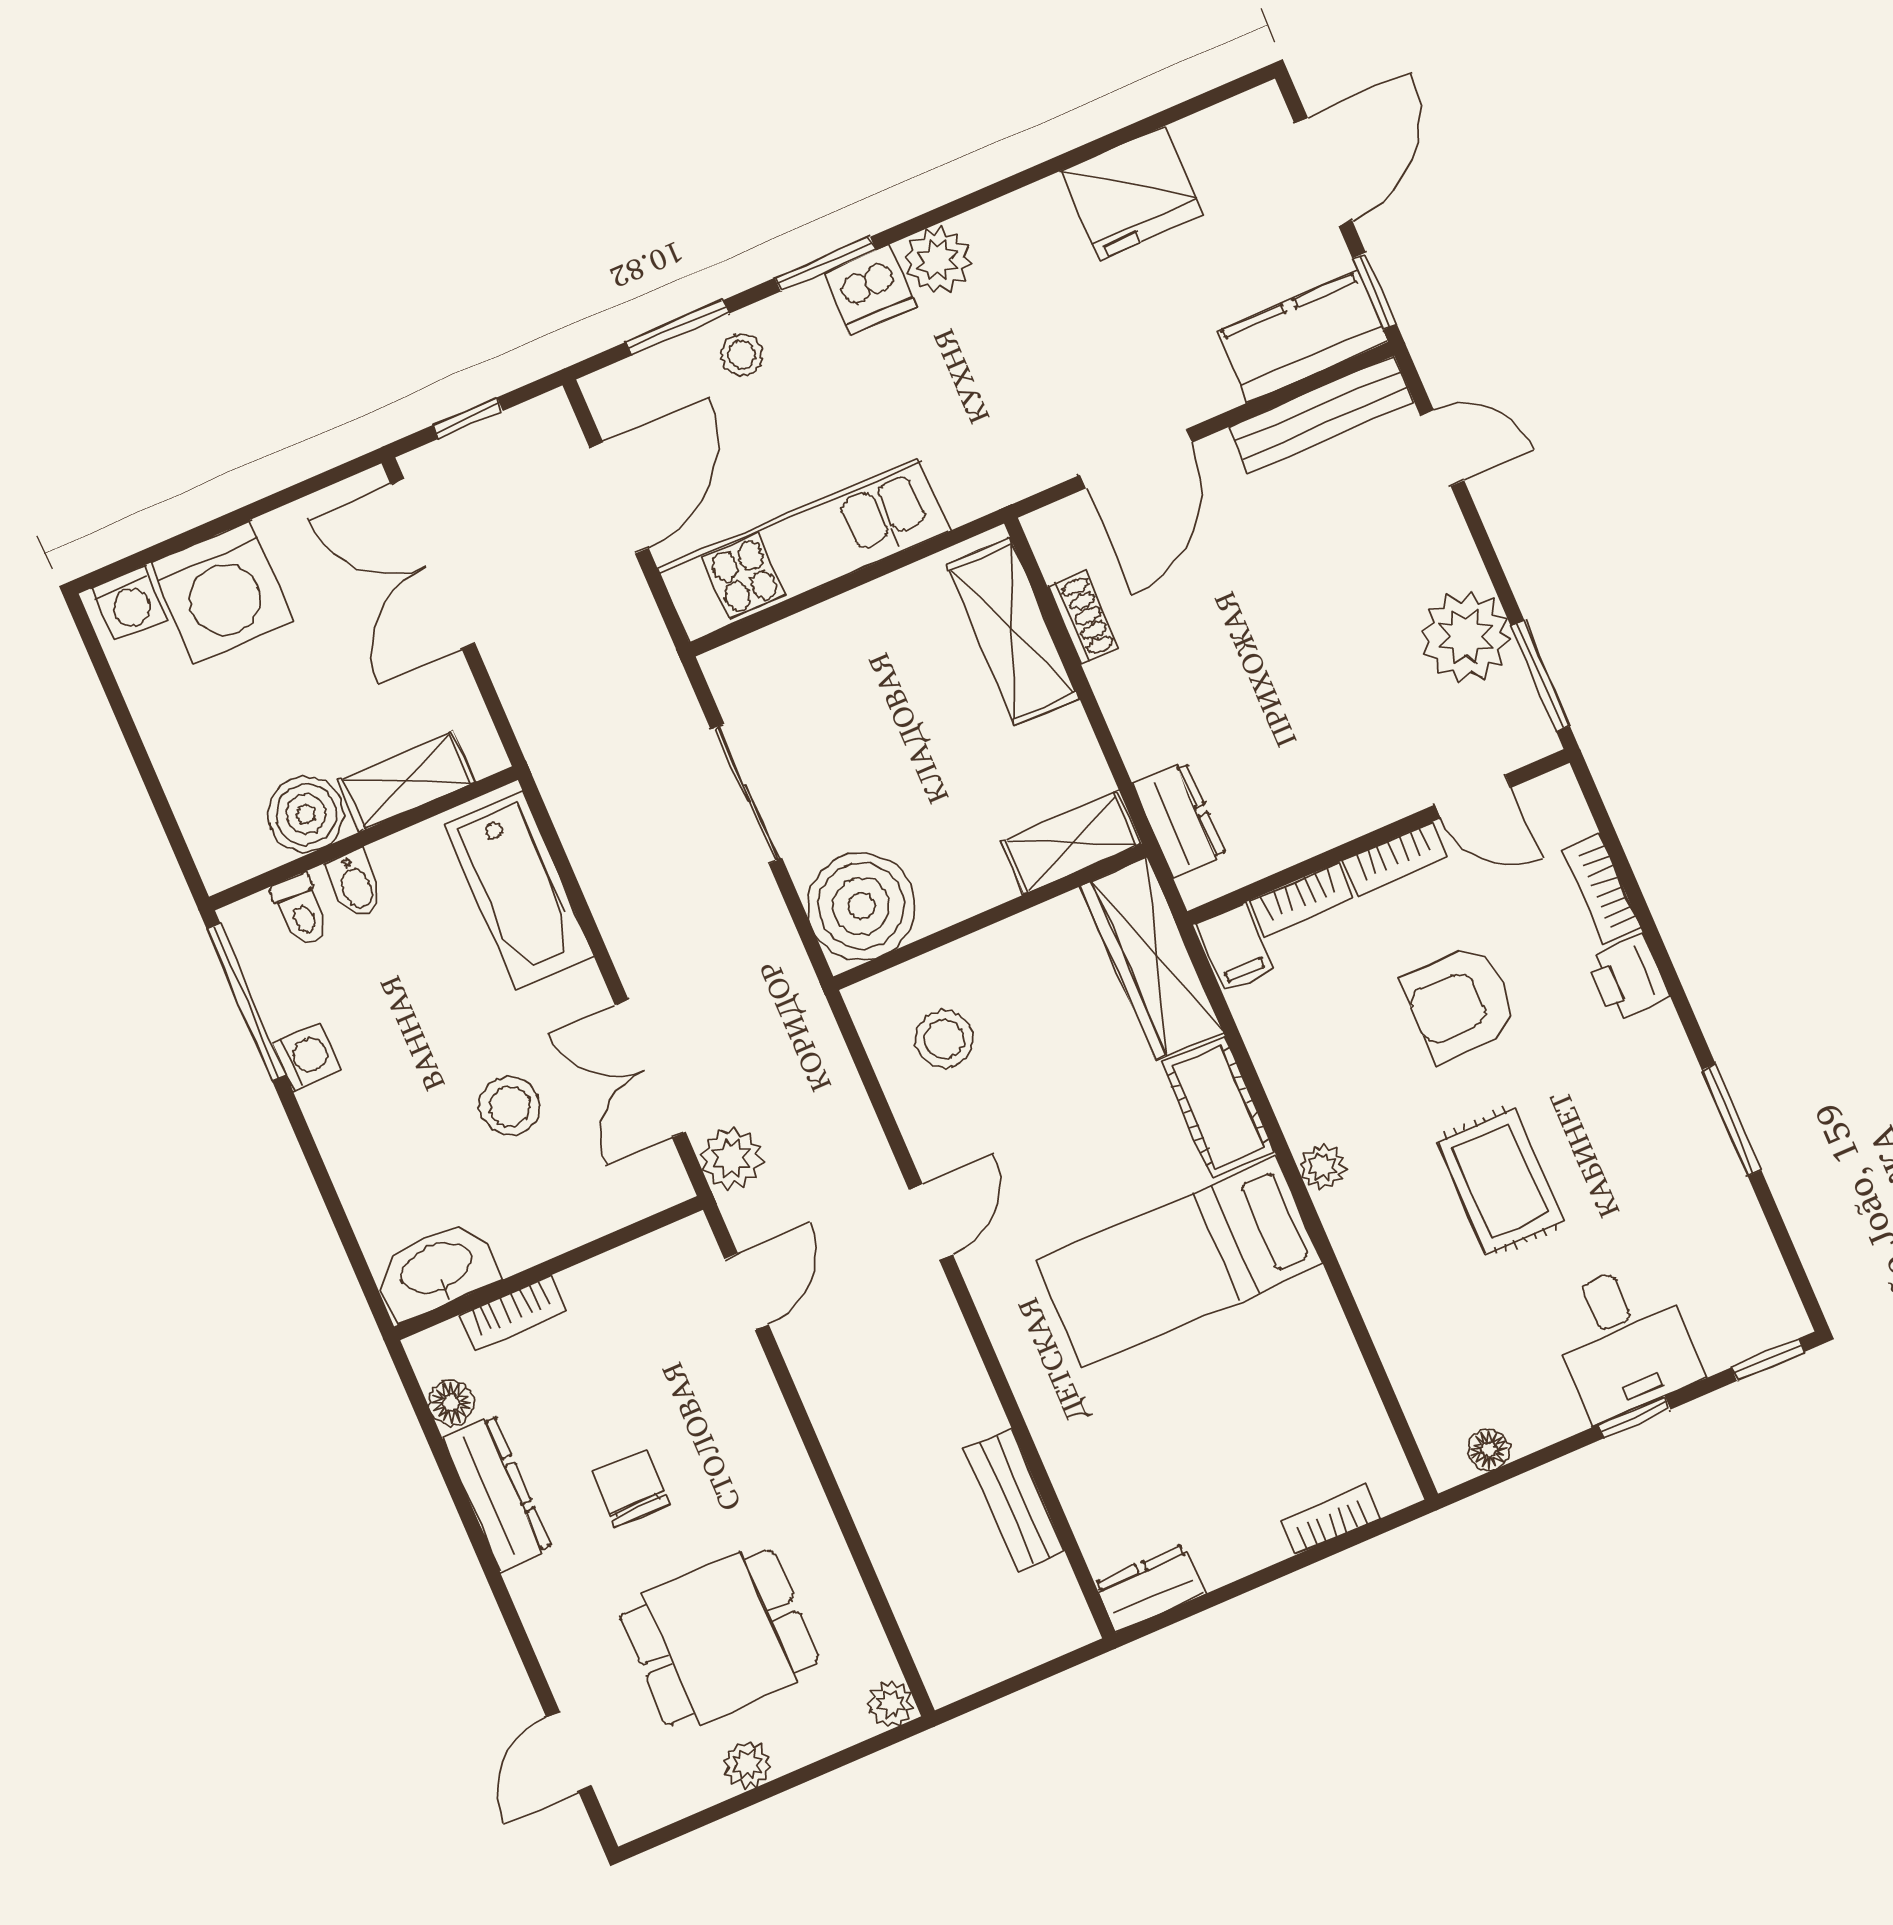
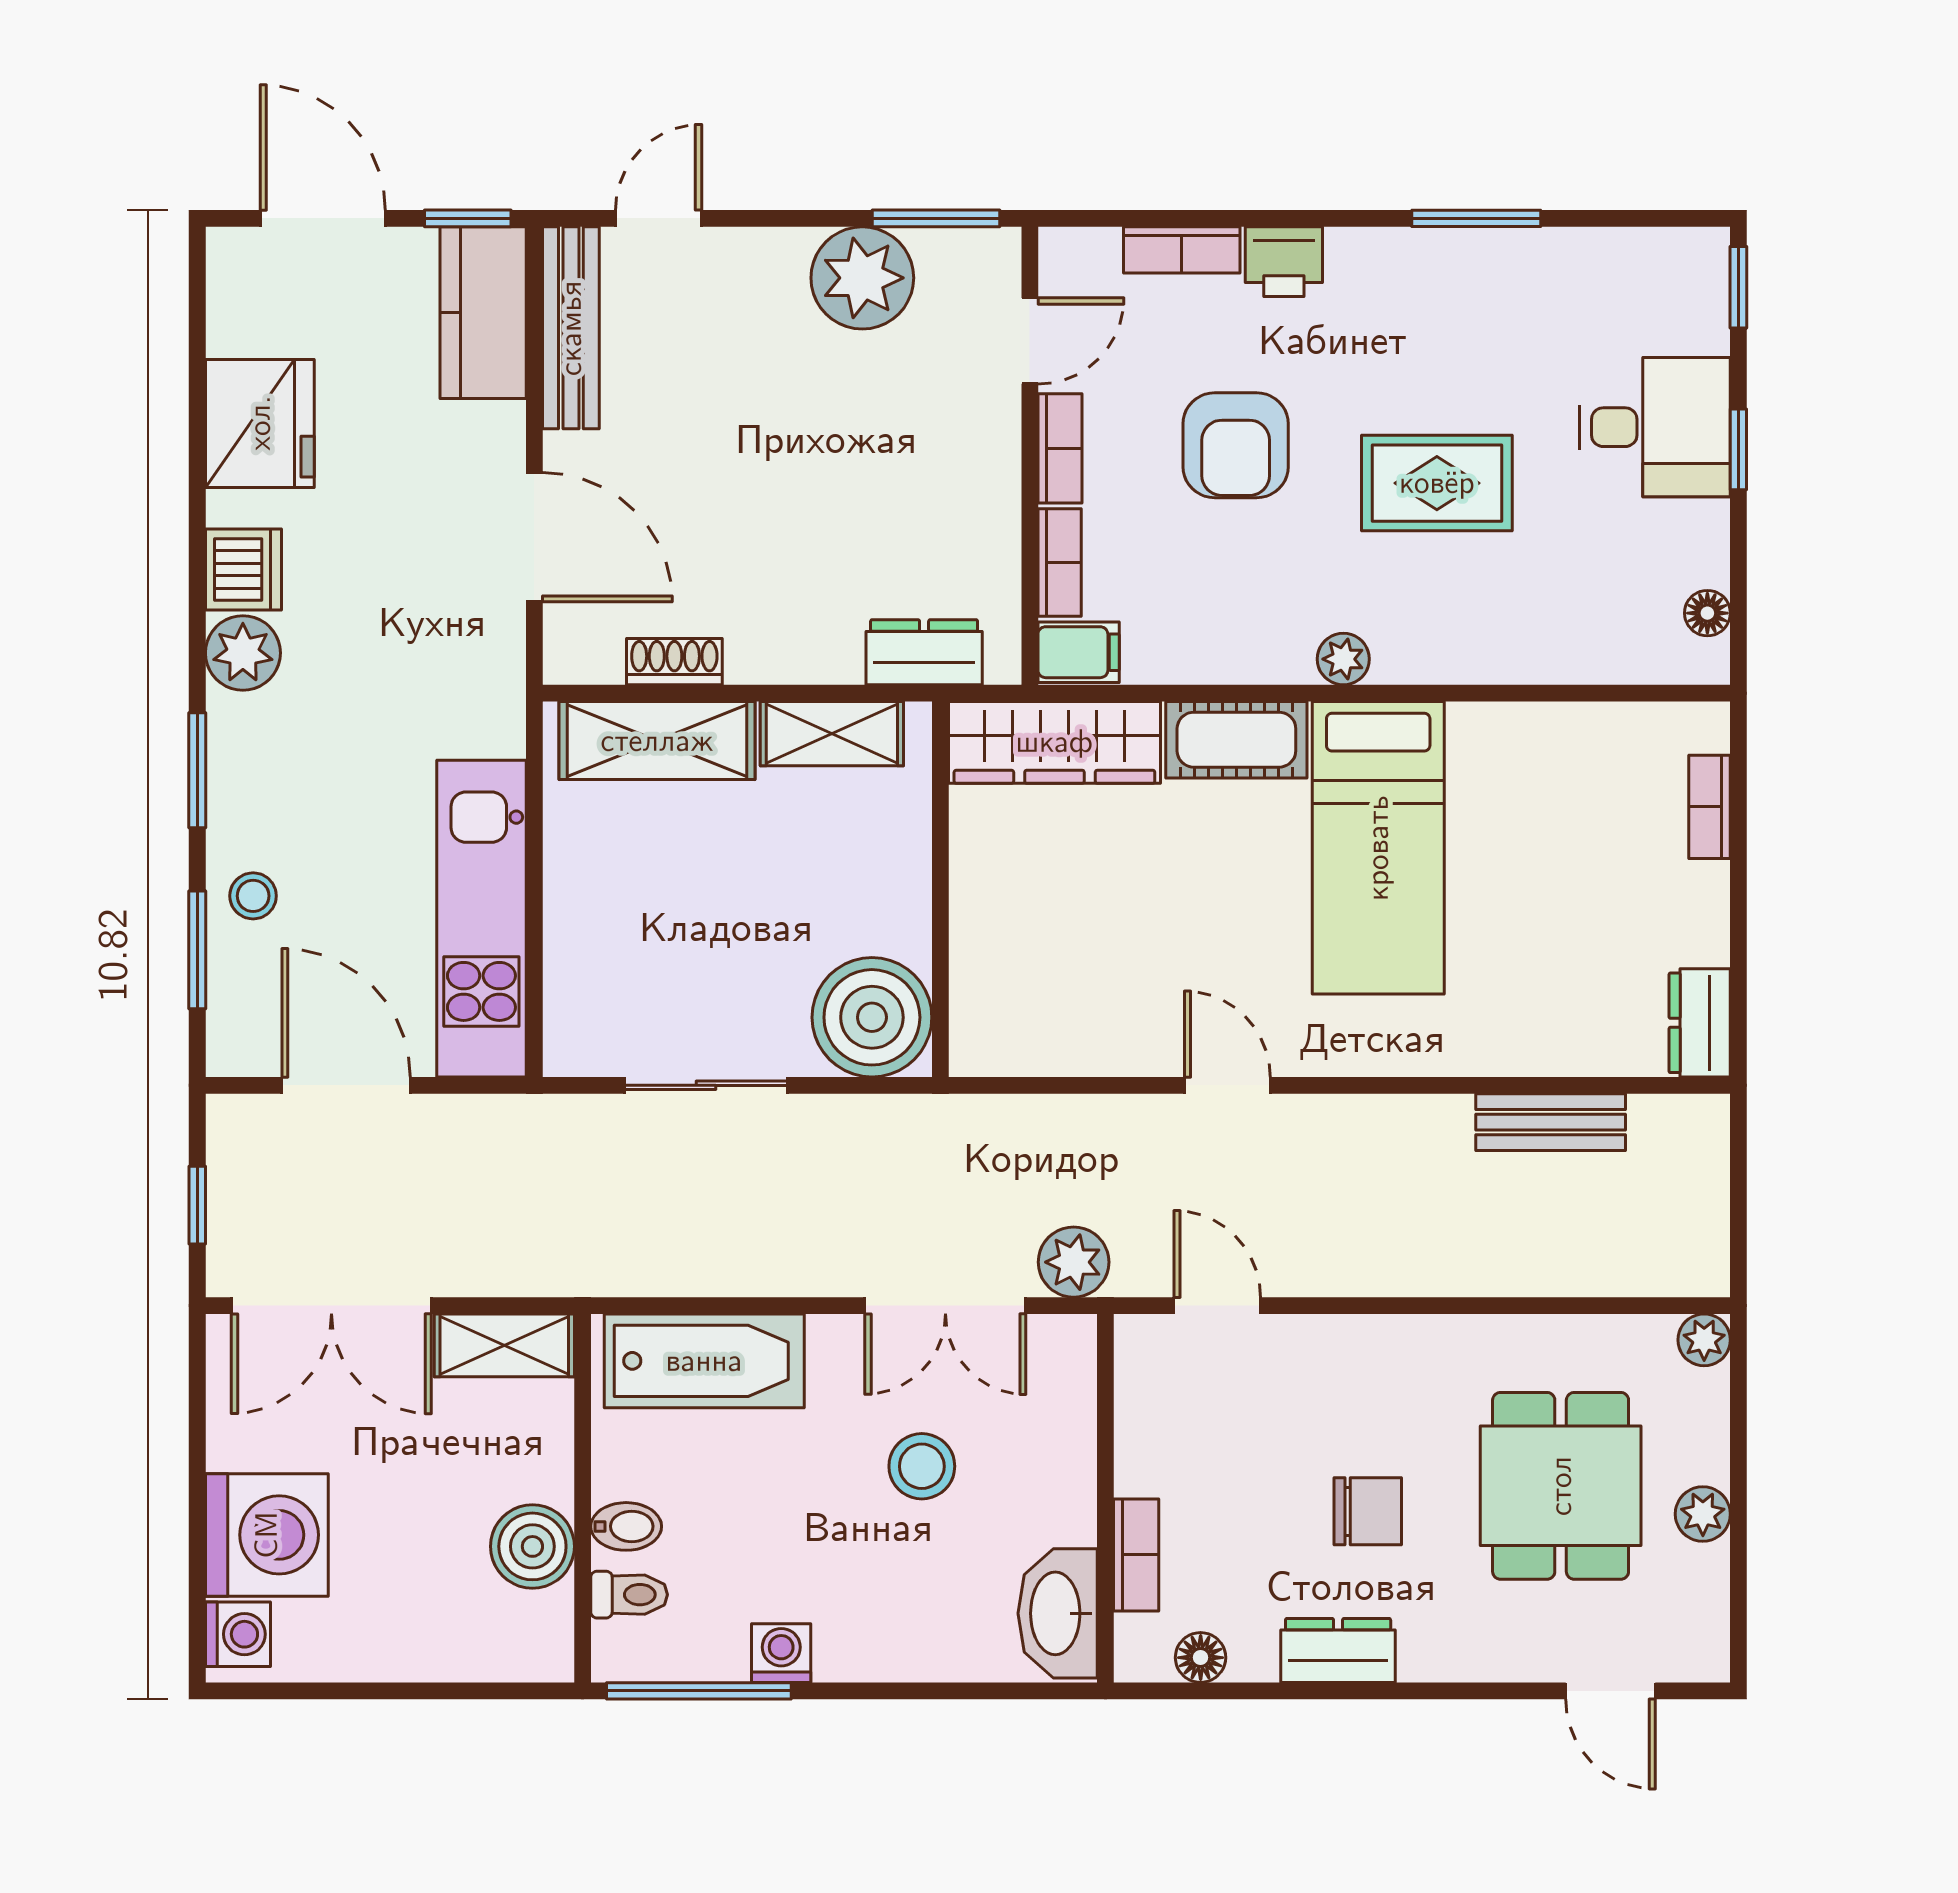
dishwasher: (869, 290) -> (243, 569), moved
shelving: (406, 781) -> (504, 1345), moved, turned 90
shelving: (1072, 842) -> (832, 734), moved, turned 90
stool: (944, 1039) -> (1045, 991), removed
chair: (631, 1488) -> (1368, 1511), turned 180
dresser: (497, 1493) -> (1338, 1650), width x0.70

